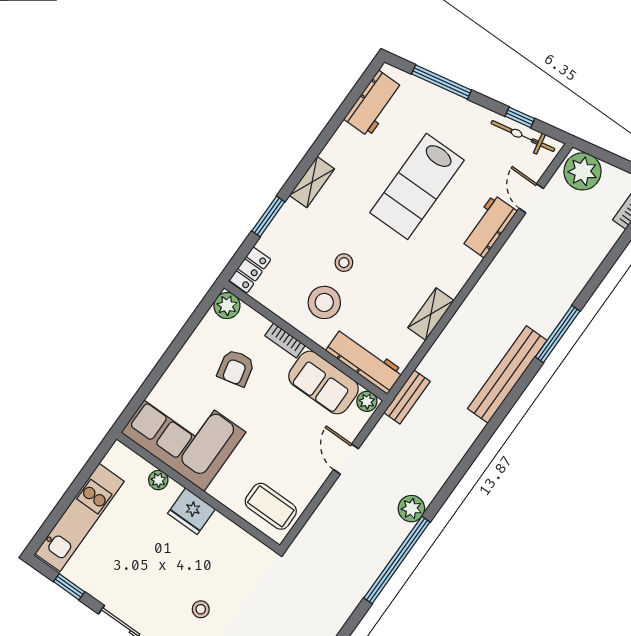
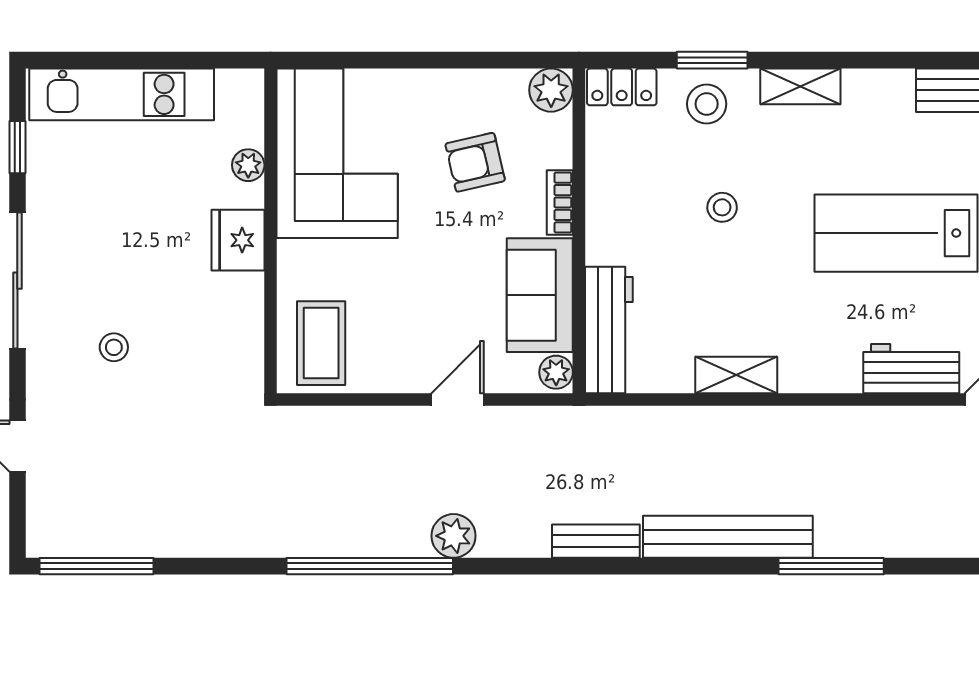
stool: (324, 302) -> (707, 104), moved, width x0.73, depth x0.73
bench: (407, 397) -> (596, 541), moved

